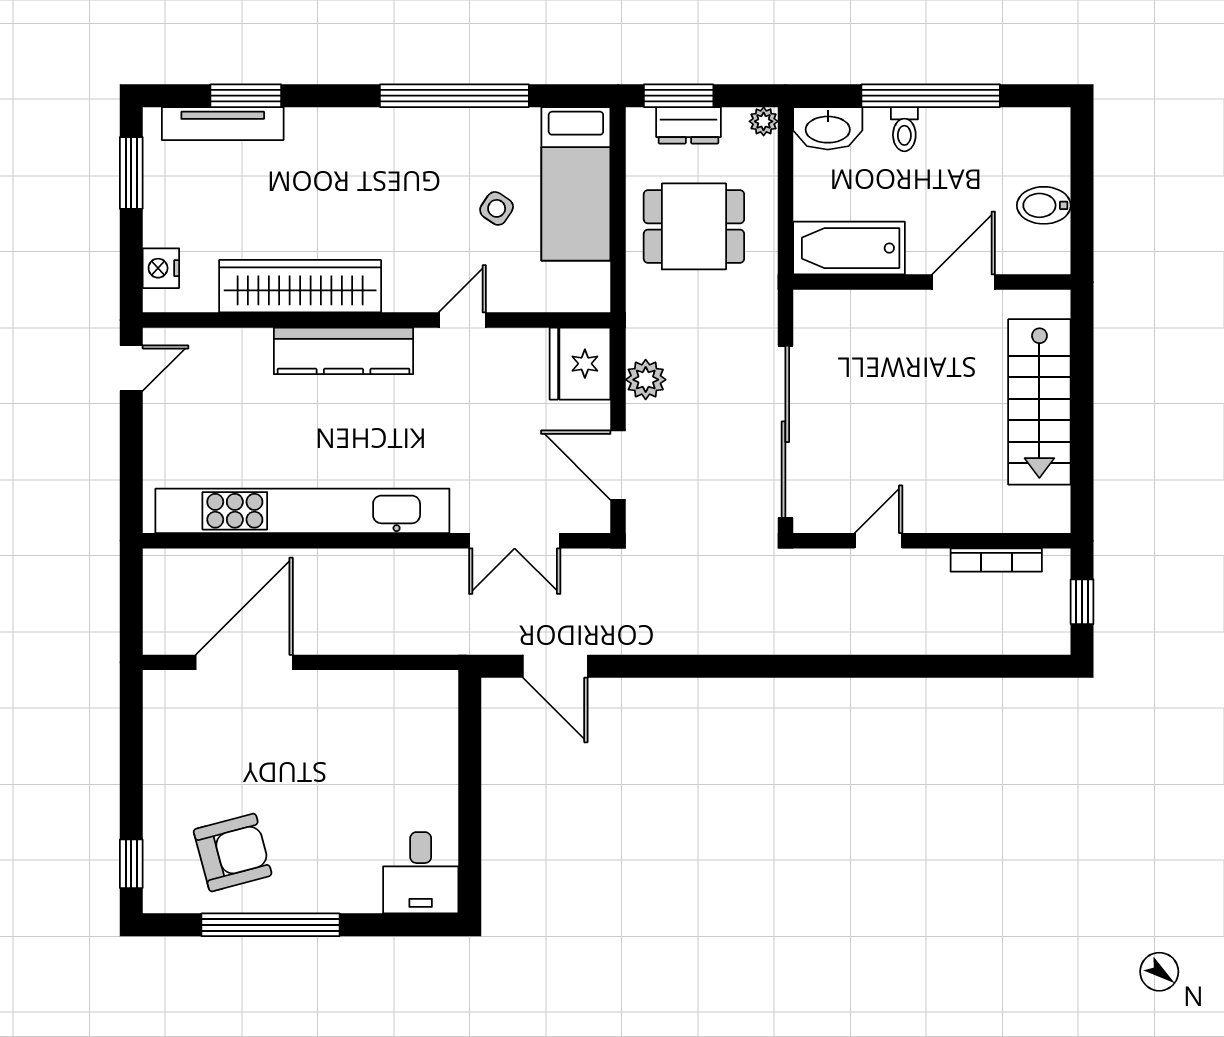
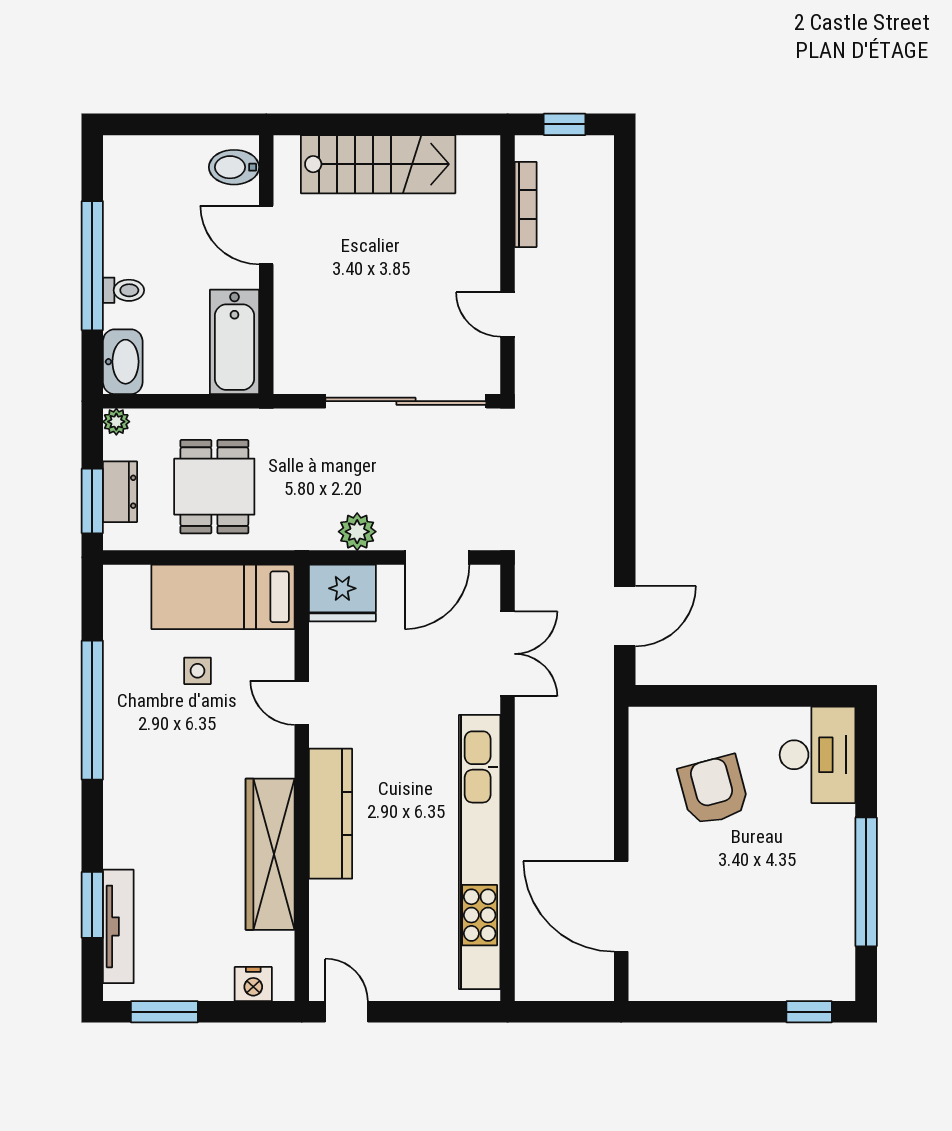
bed: (576, 184) -> (223, 597), moved, turned 180
bidet: (1044, 205) -> (234, 167), moved, turned 90
side table: (497, 208) -> (197, 671), turned -34
armchair: (233, 852) -> (714, 790), moved
desk: (421, 873) -> (818, 755), width x1.37

